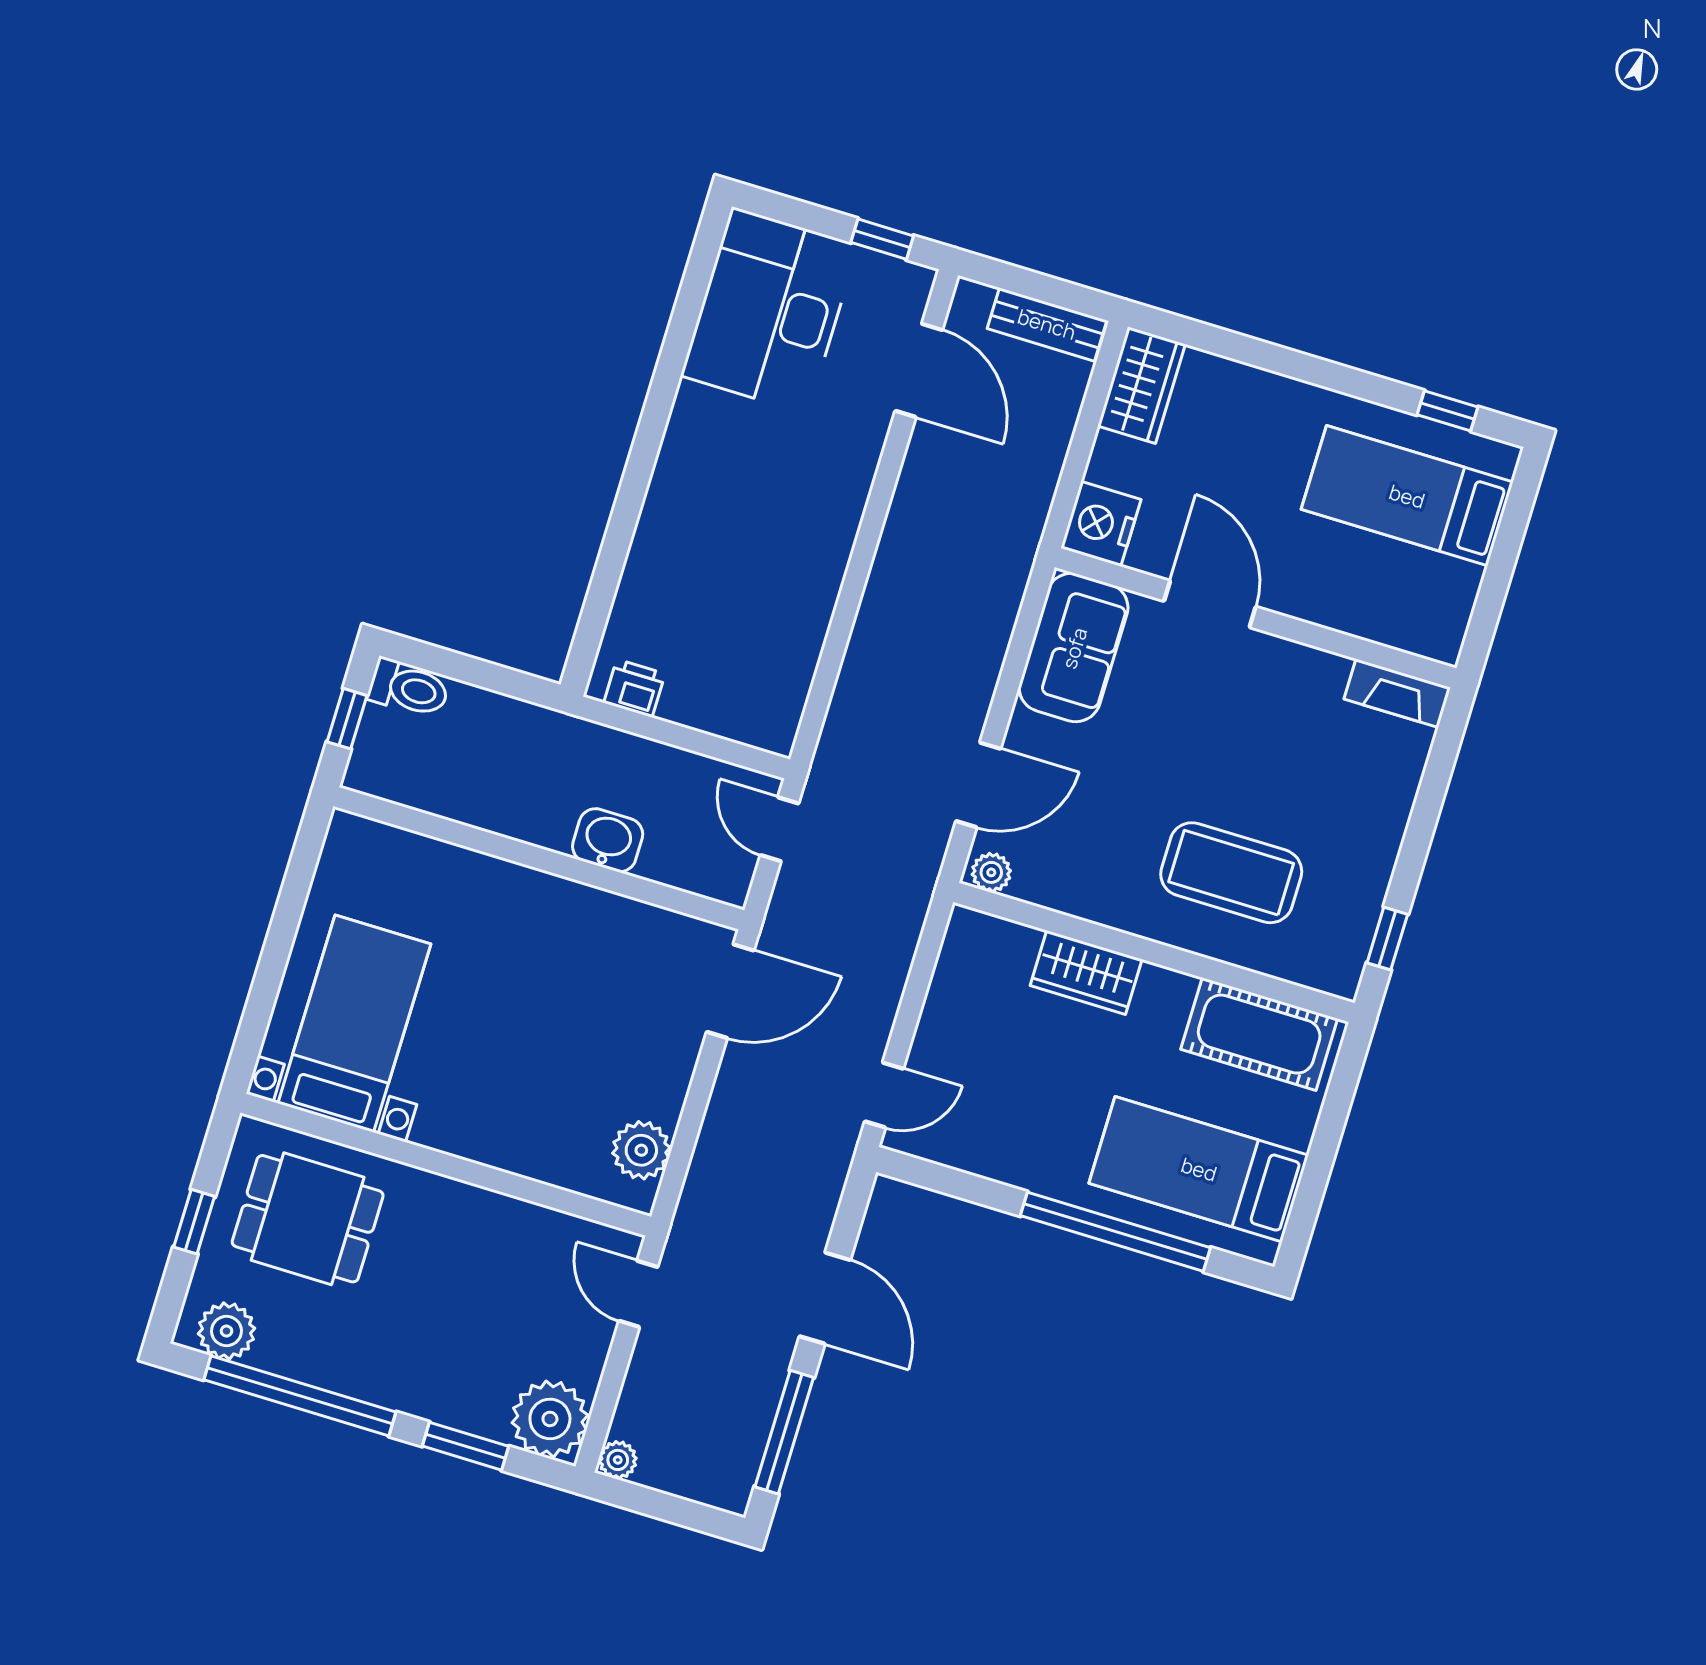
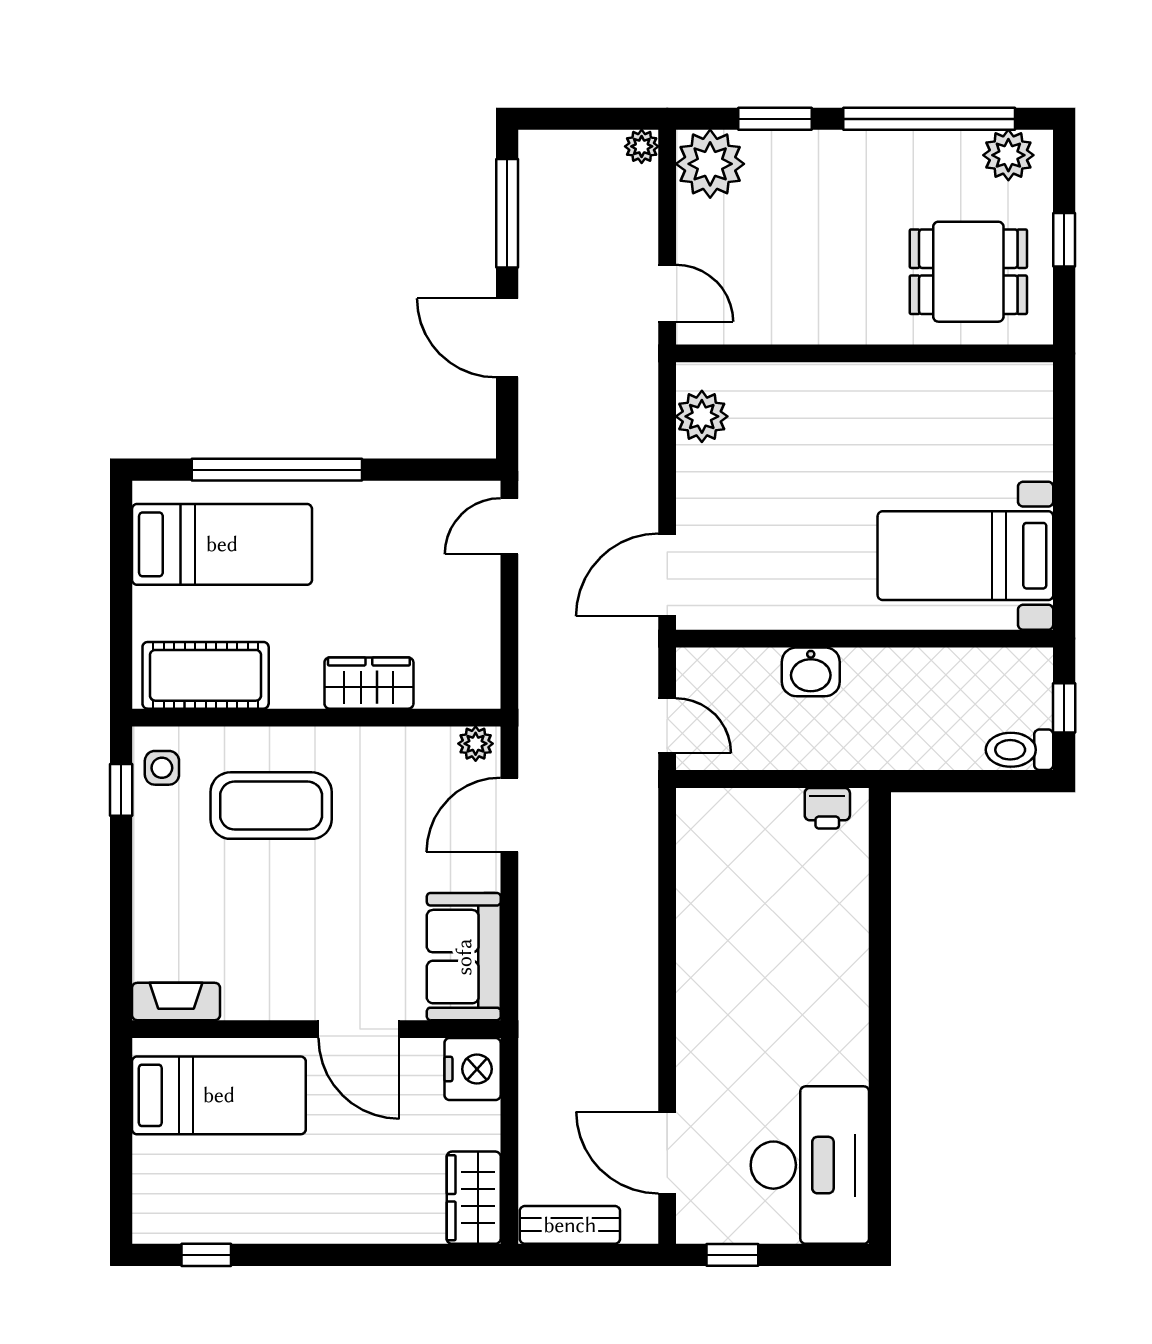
bed: (1407, 496) -> (219, 1095), moved
side table: (1336, 949) -> (162, 768), added
bed with nightstands: (354, 1024) -> (965, 556), moved, turned 90

